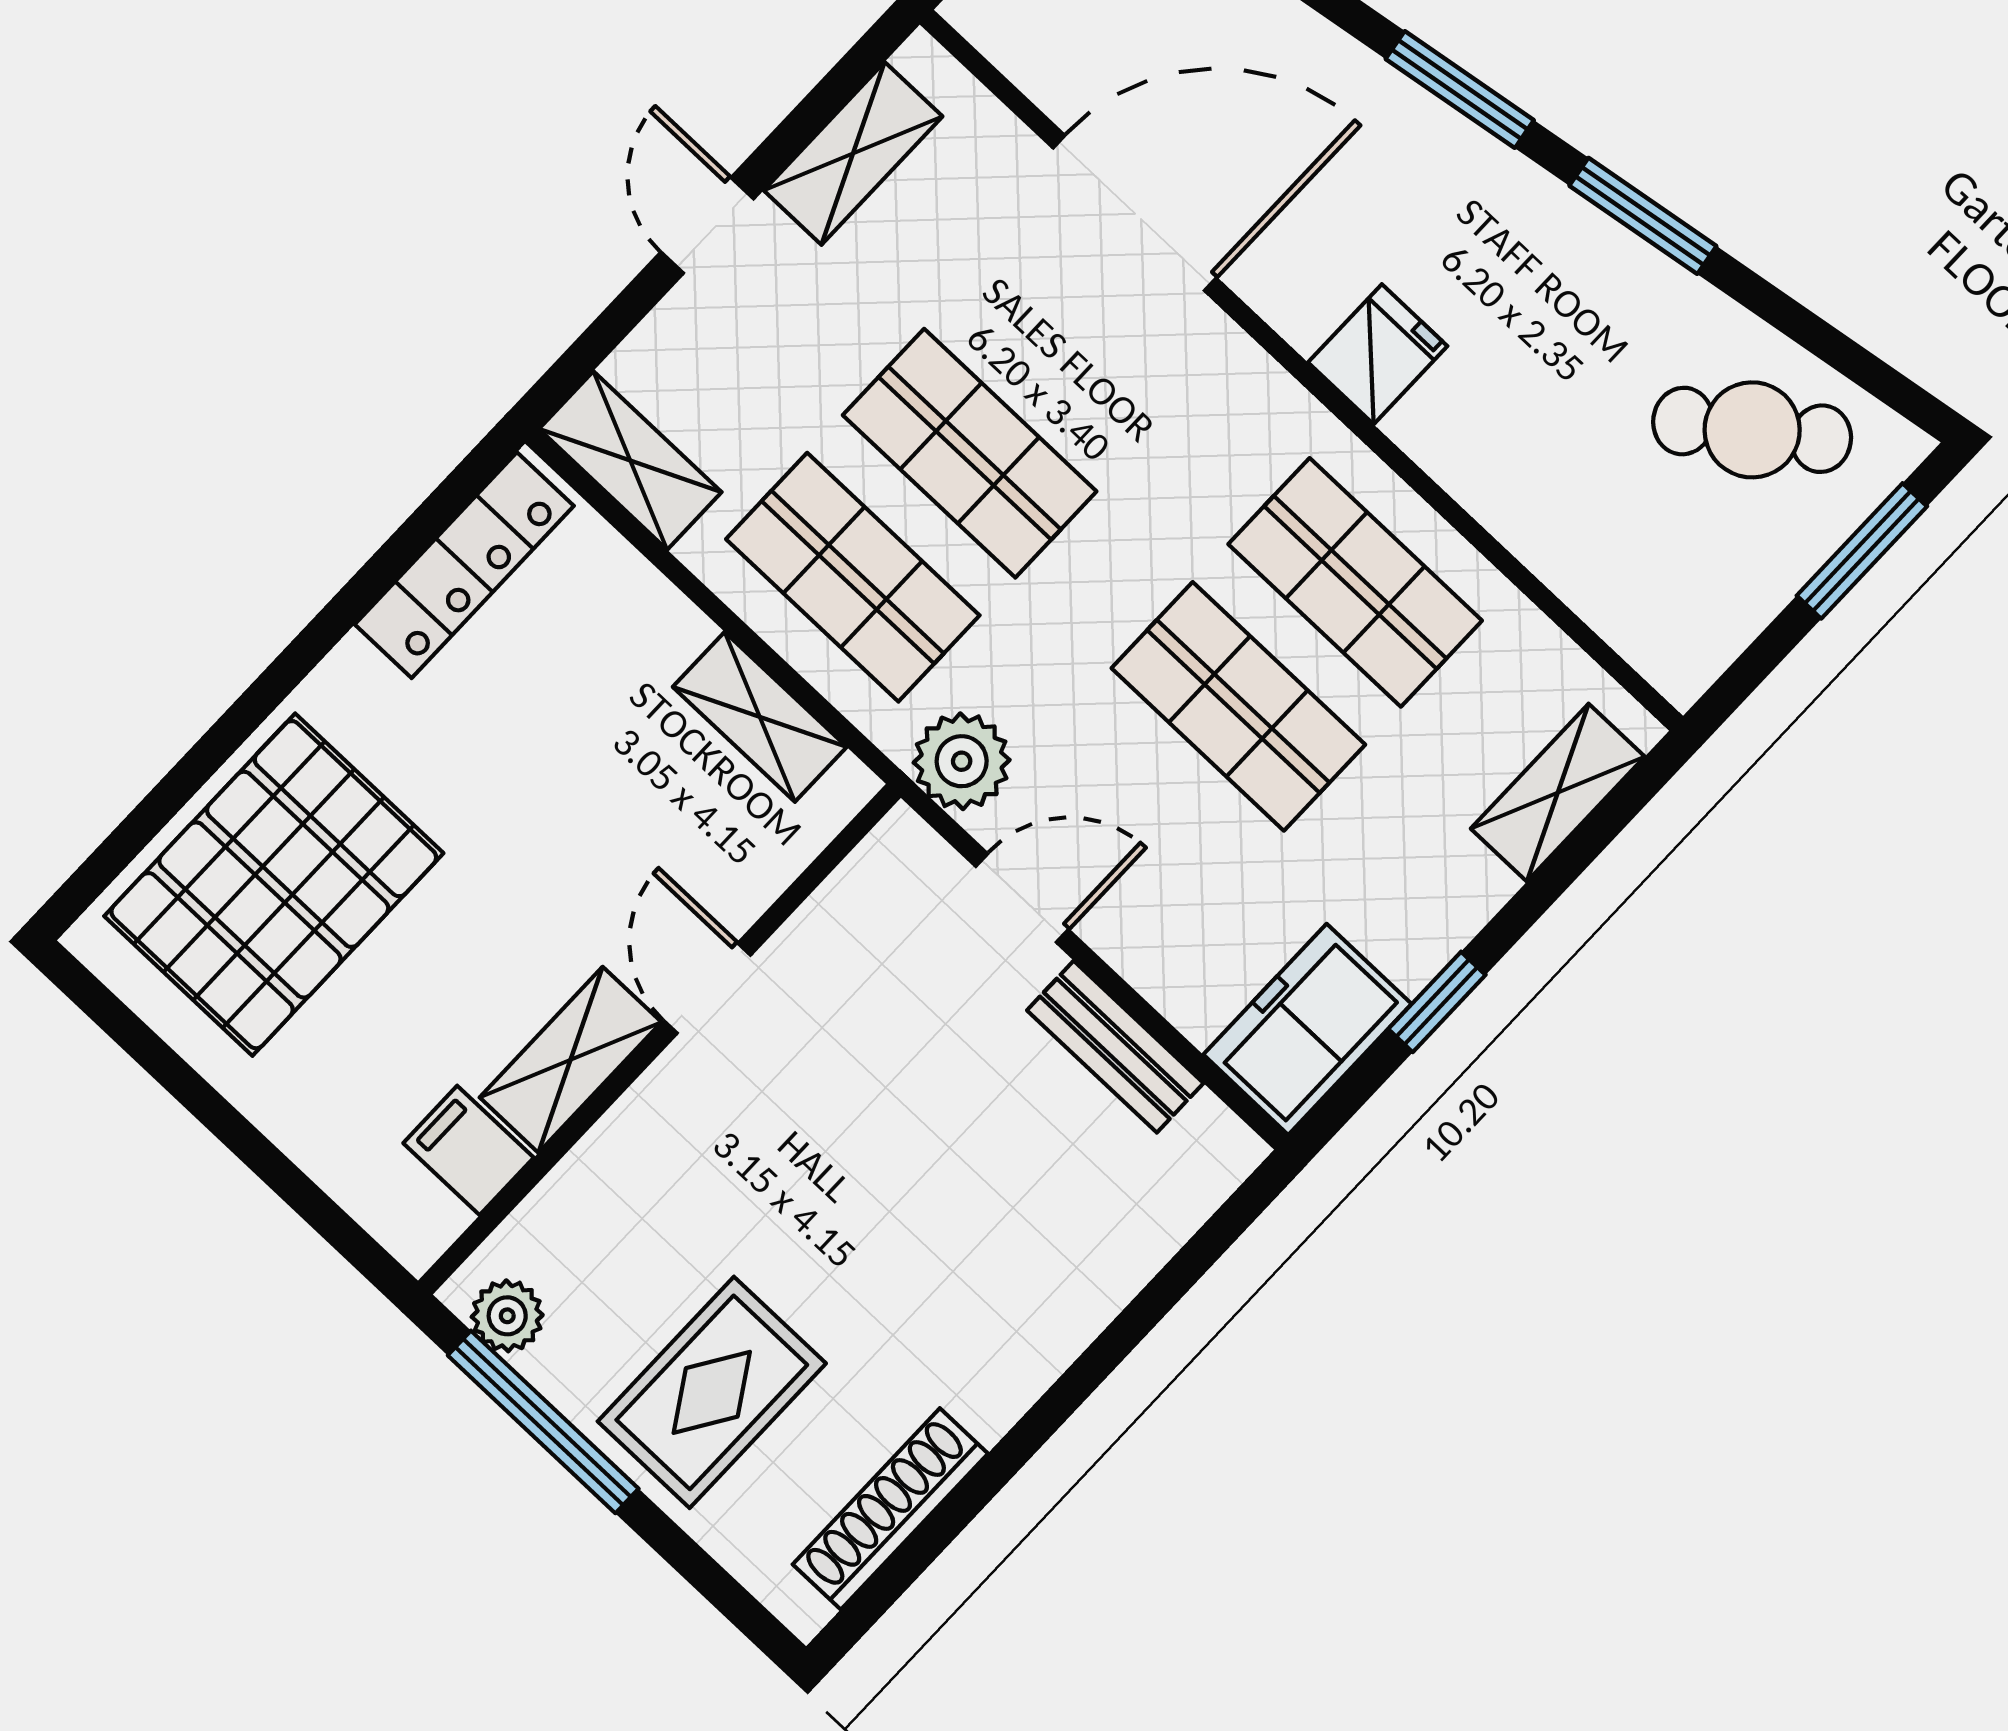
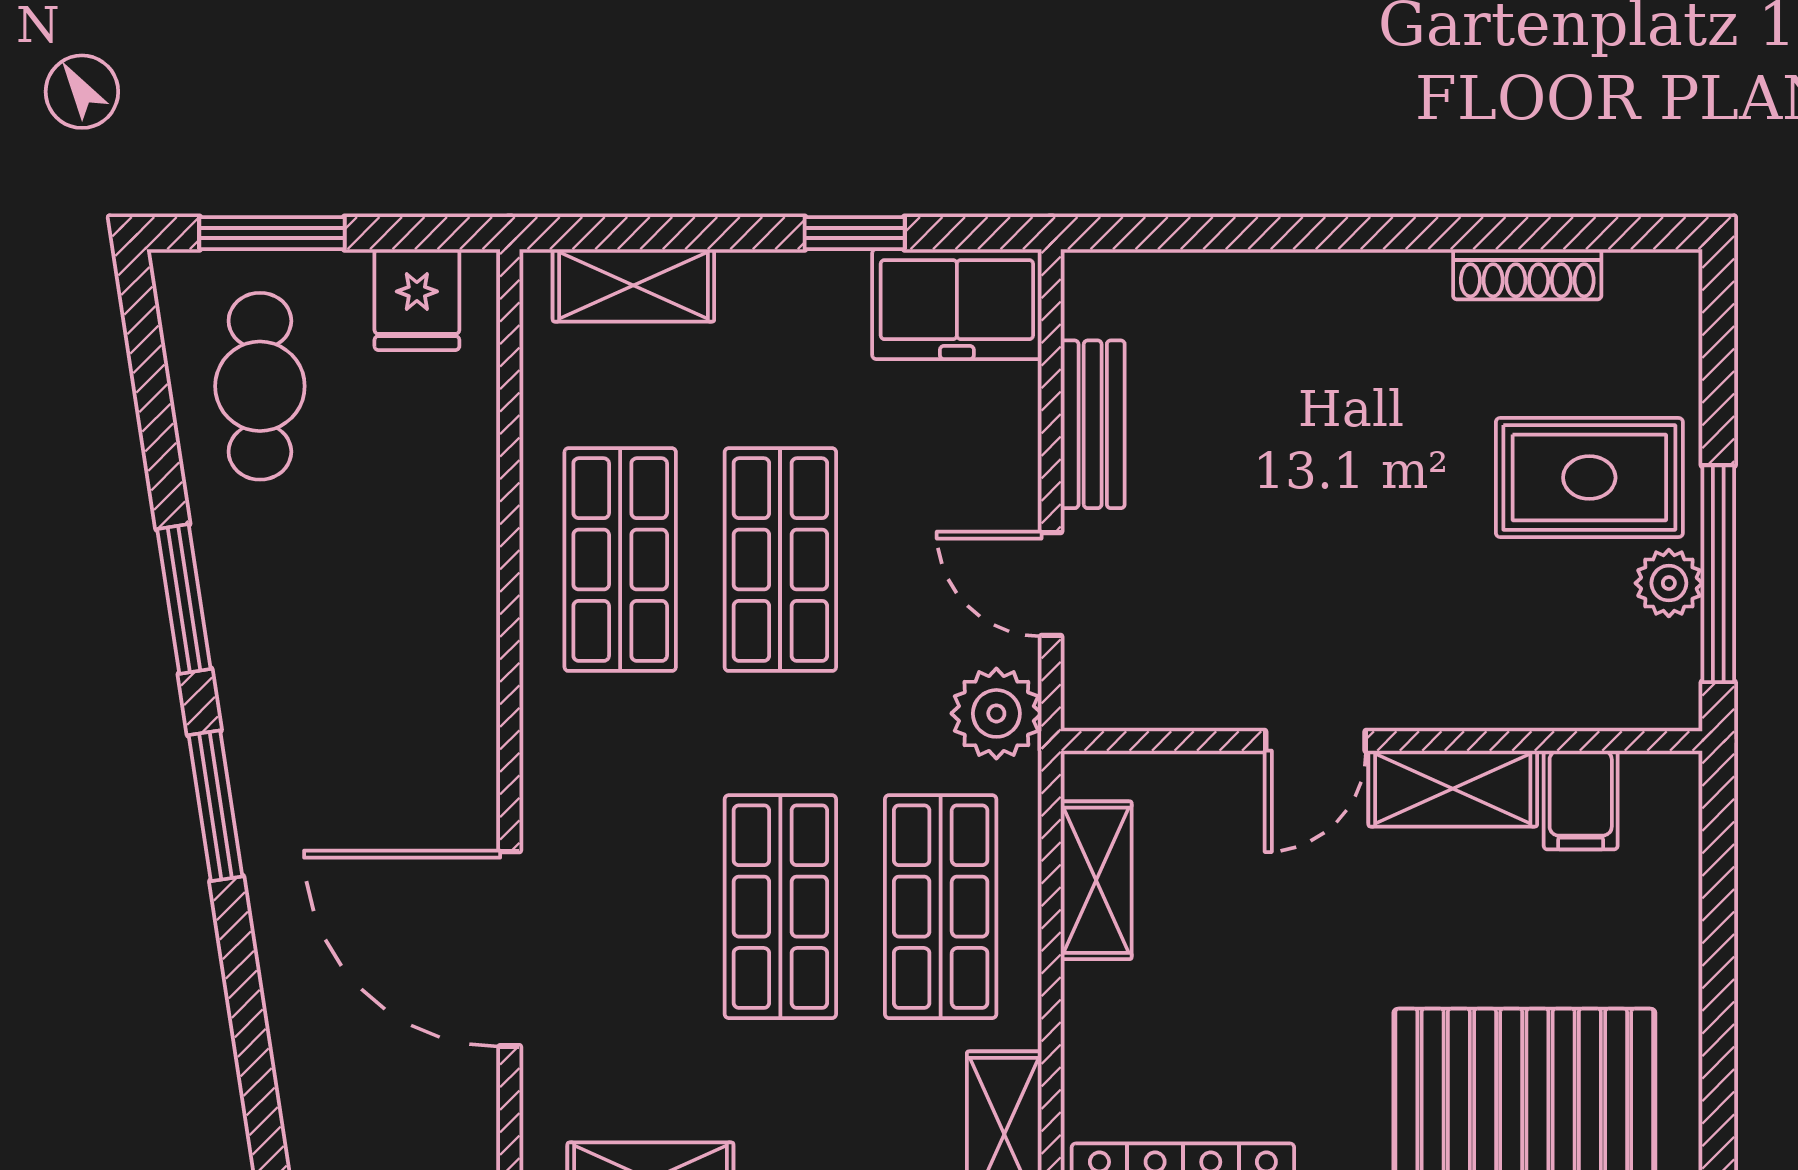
fridge: (1378, 354) -> (417, 300), moved, turned -90
cafe table: (1752, 430) -> (260, 386), turned 36
plant: (507, 1316) -> (1669, 583), moved
shoe rack: (890, 1509) -> (1527, 274), width x0.74, depth x0.81

